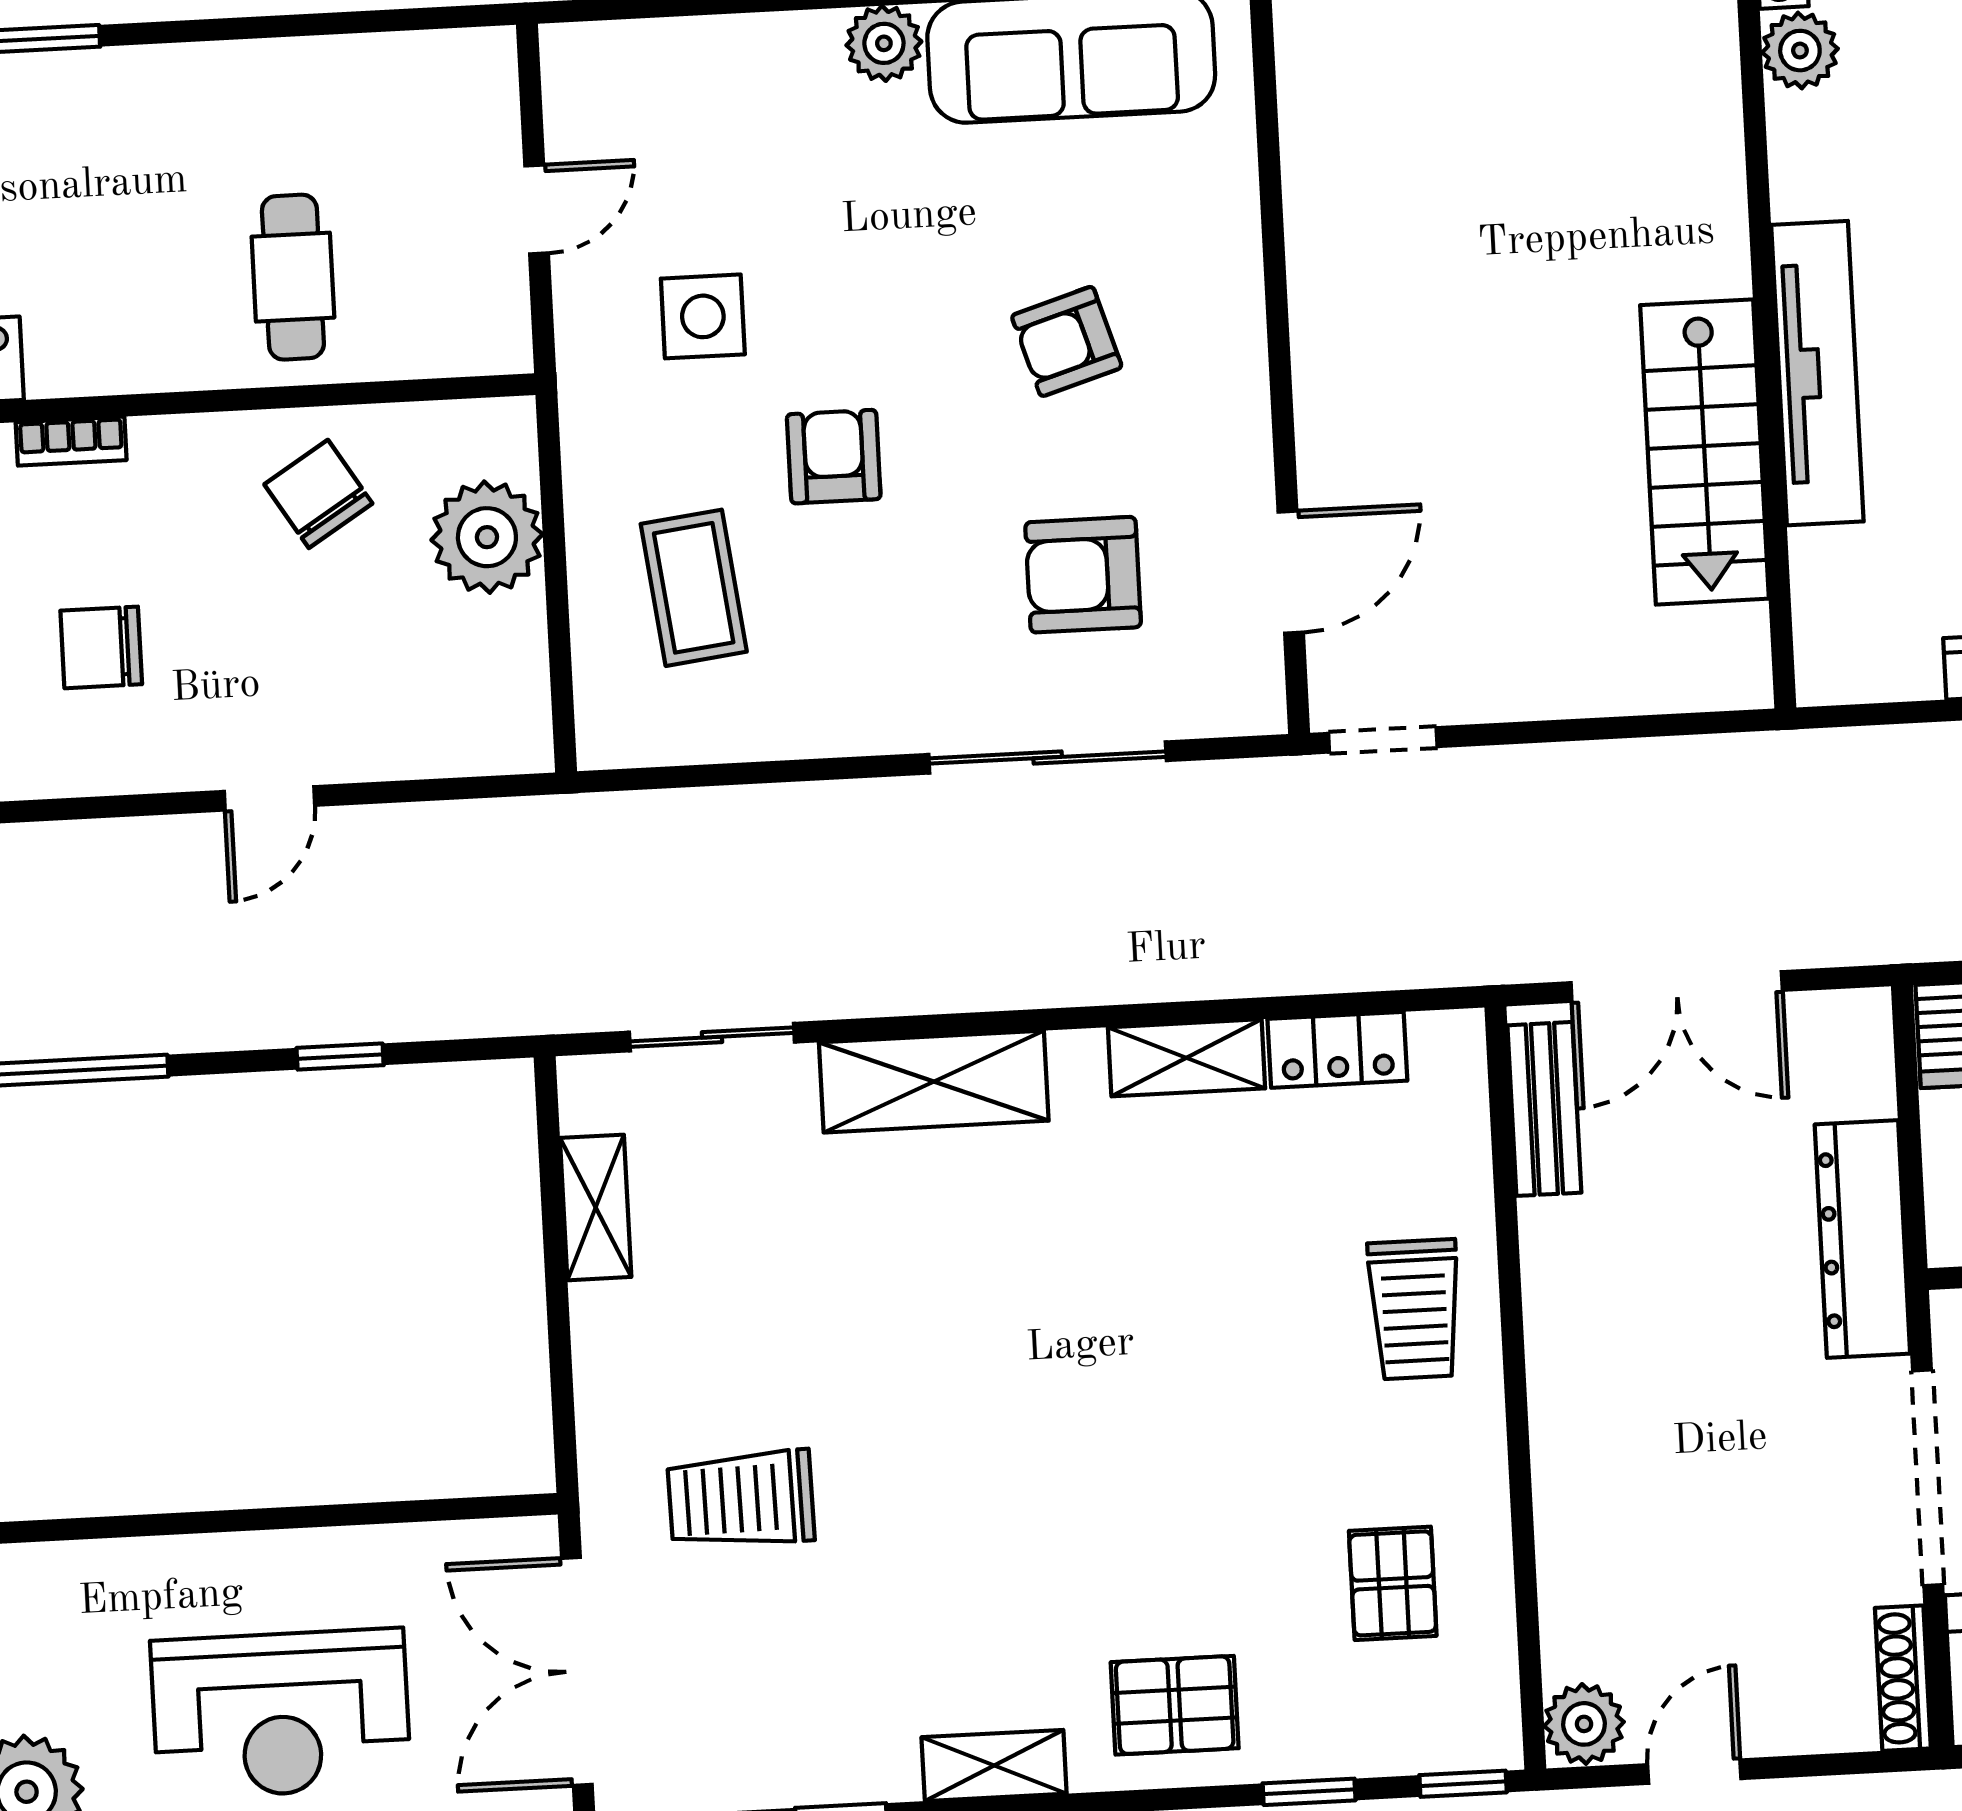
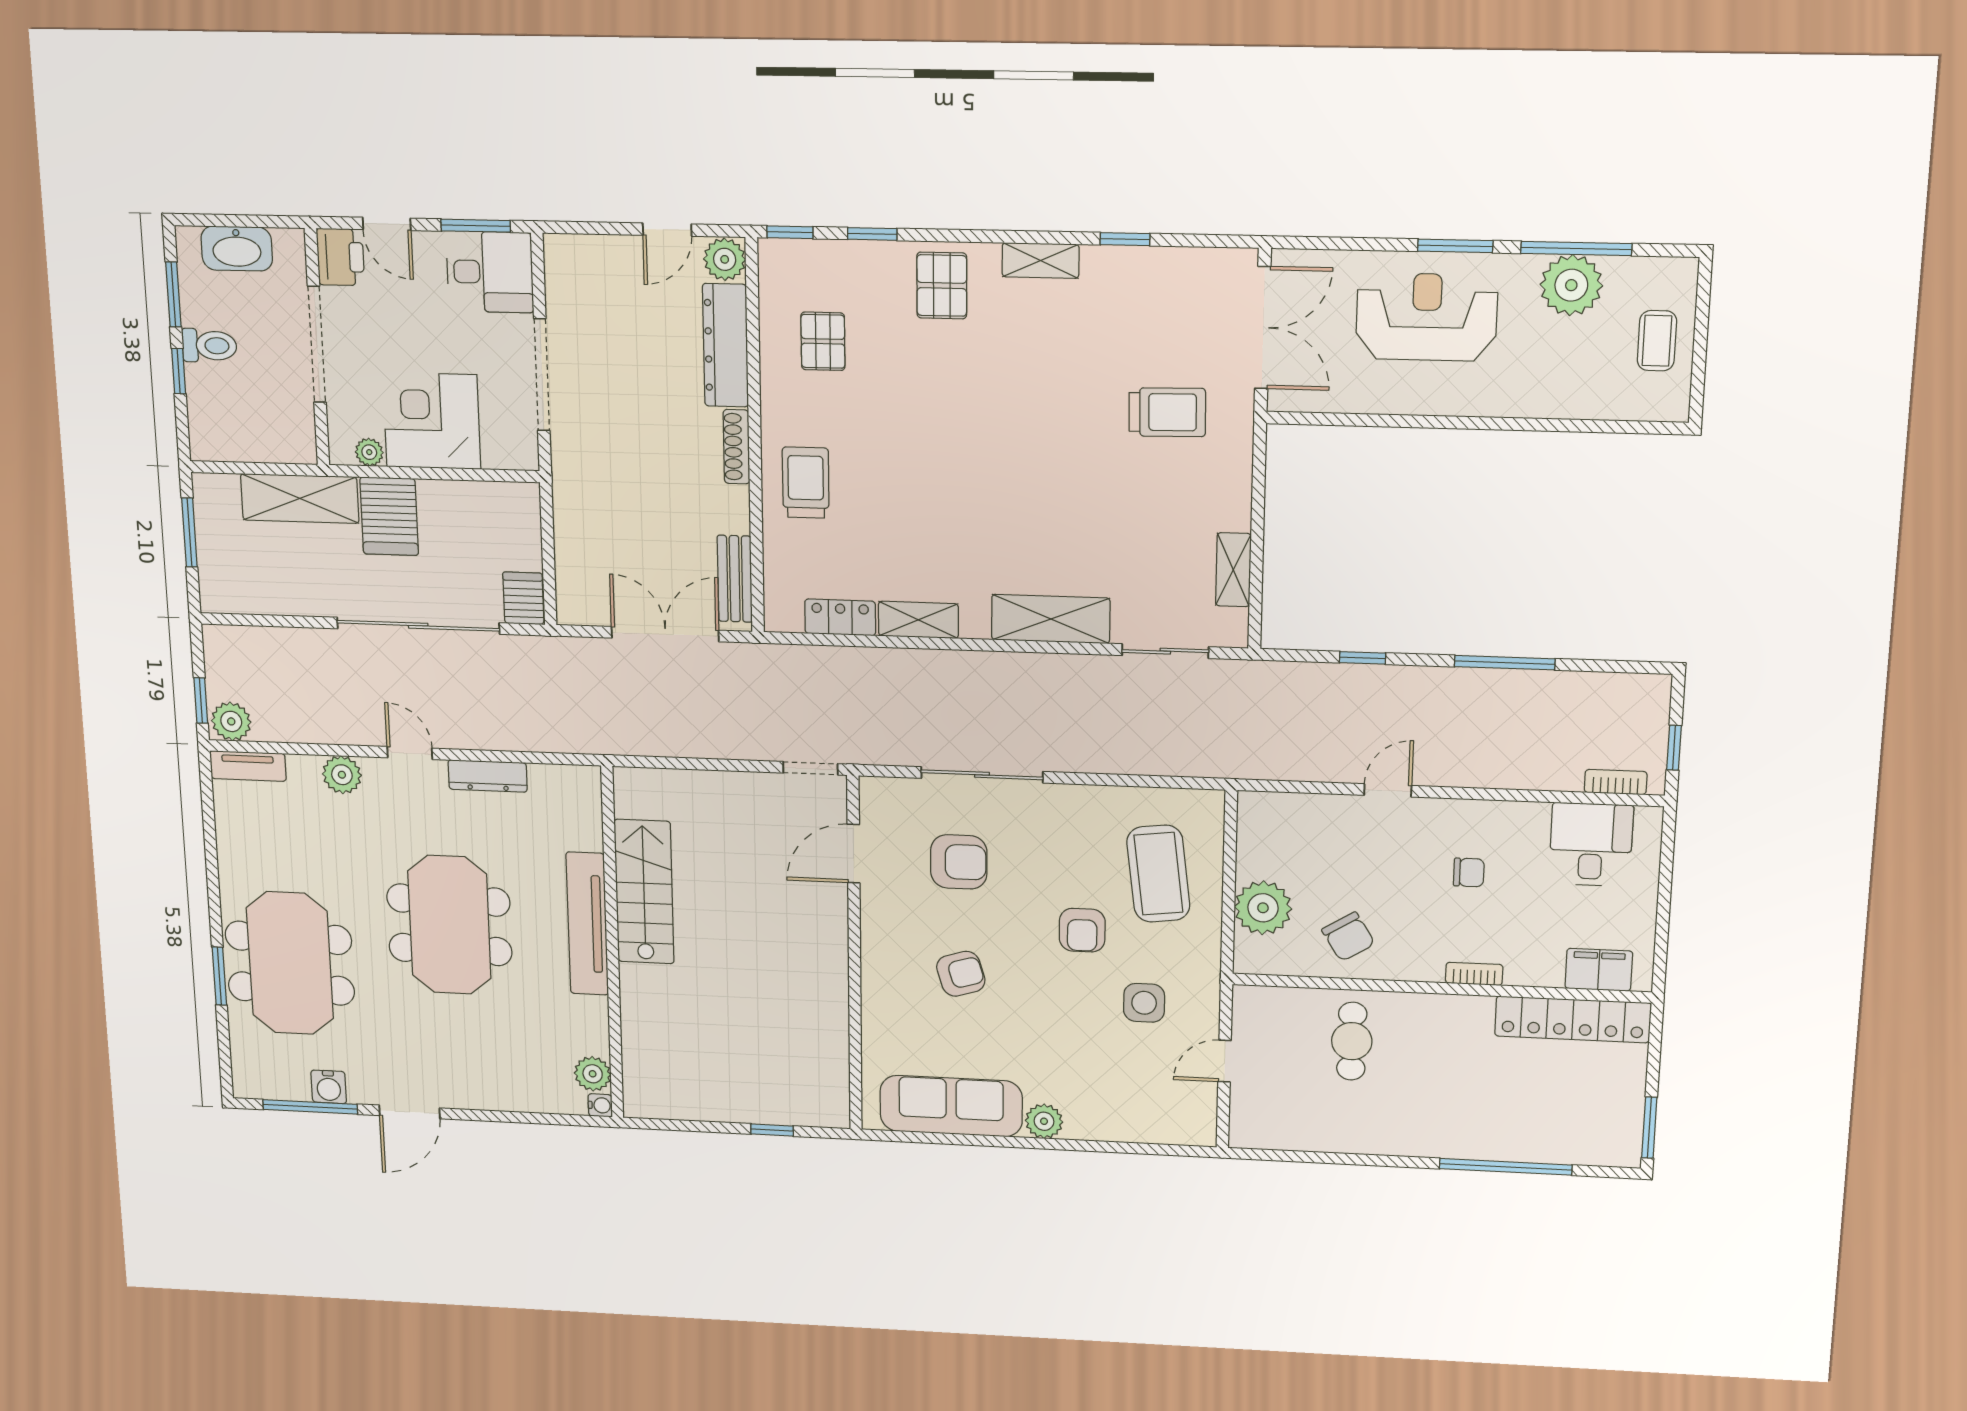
coffee table: (694, 588) -> (1158, 874), width x1.36, depth x1.32
chair: (101, 647) -> (1469, 872), width x0.73, depth x0.73
dresser: (1862, 1239) -> (725, 345), moved, turned 180
shoe rack: (1903, 1678) -> (736, 447), moved, turned 180
pallet: (1175, 1705) -> (942, 286), turned 90

